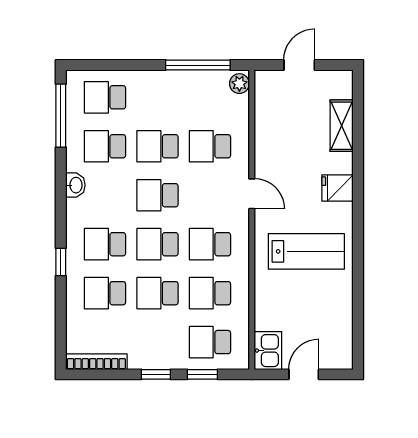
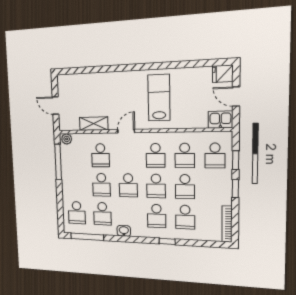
shelving: (342, 126) -> (94, 124), moved
fridge: (338, 188) -> (223, 74), moved, turned 90

